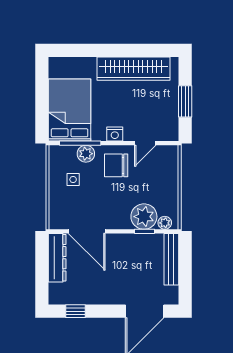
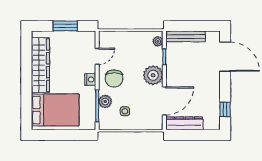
bed: (70, 110) -> (55, 110), moved, turned 180
door: (145, 143) -> (97, 56), hinge flipped
plant: (144, 217) -> (153, 75), moved

